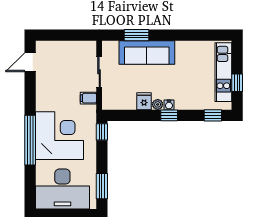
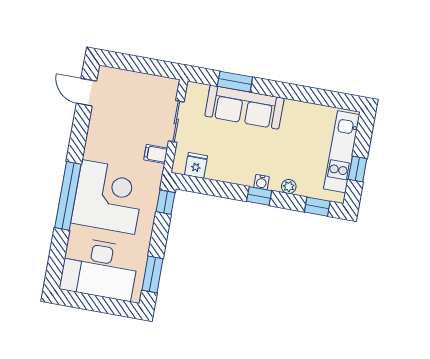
door: (30, 62) -> (87, 92), hinge flipped
fridge: (144, 101) -> (196, 165), moved
plant: (158, 104) -> (289, 187), moved

